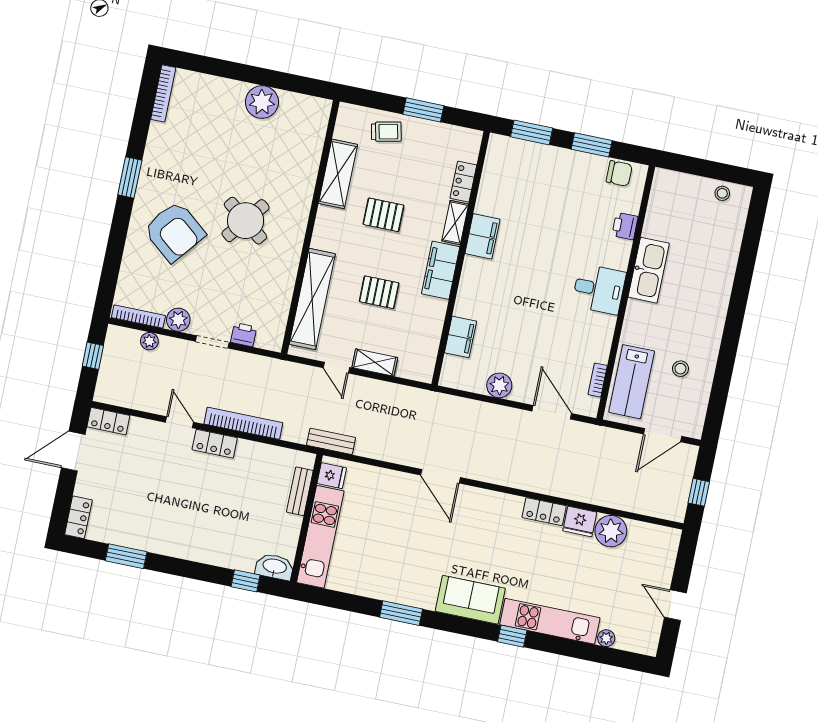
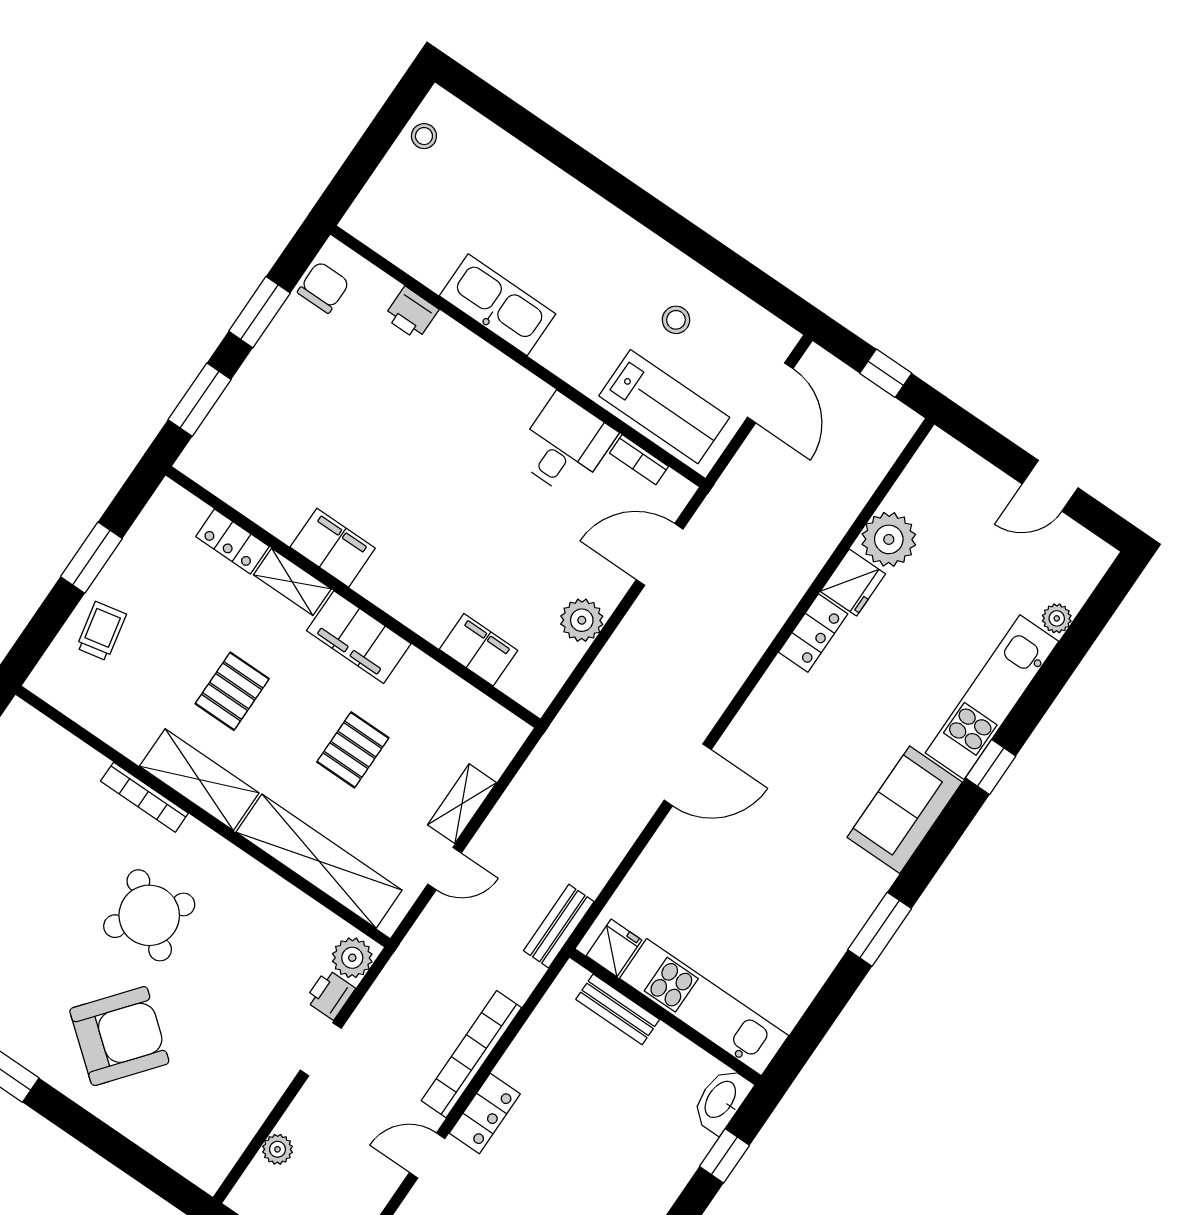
shelving: (338, 174) -> (199, 780), moved
desk: (599, 289) -> (565, 445), moved
bookcase: (138, 317) -> (144, 797), moved, turned -90
plant: (178, 320) -> (352, 958), moved

